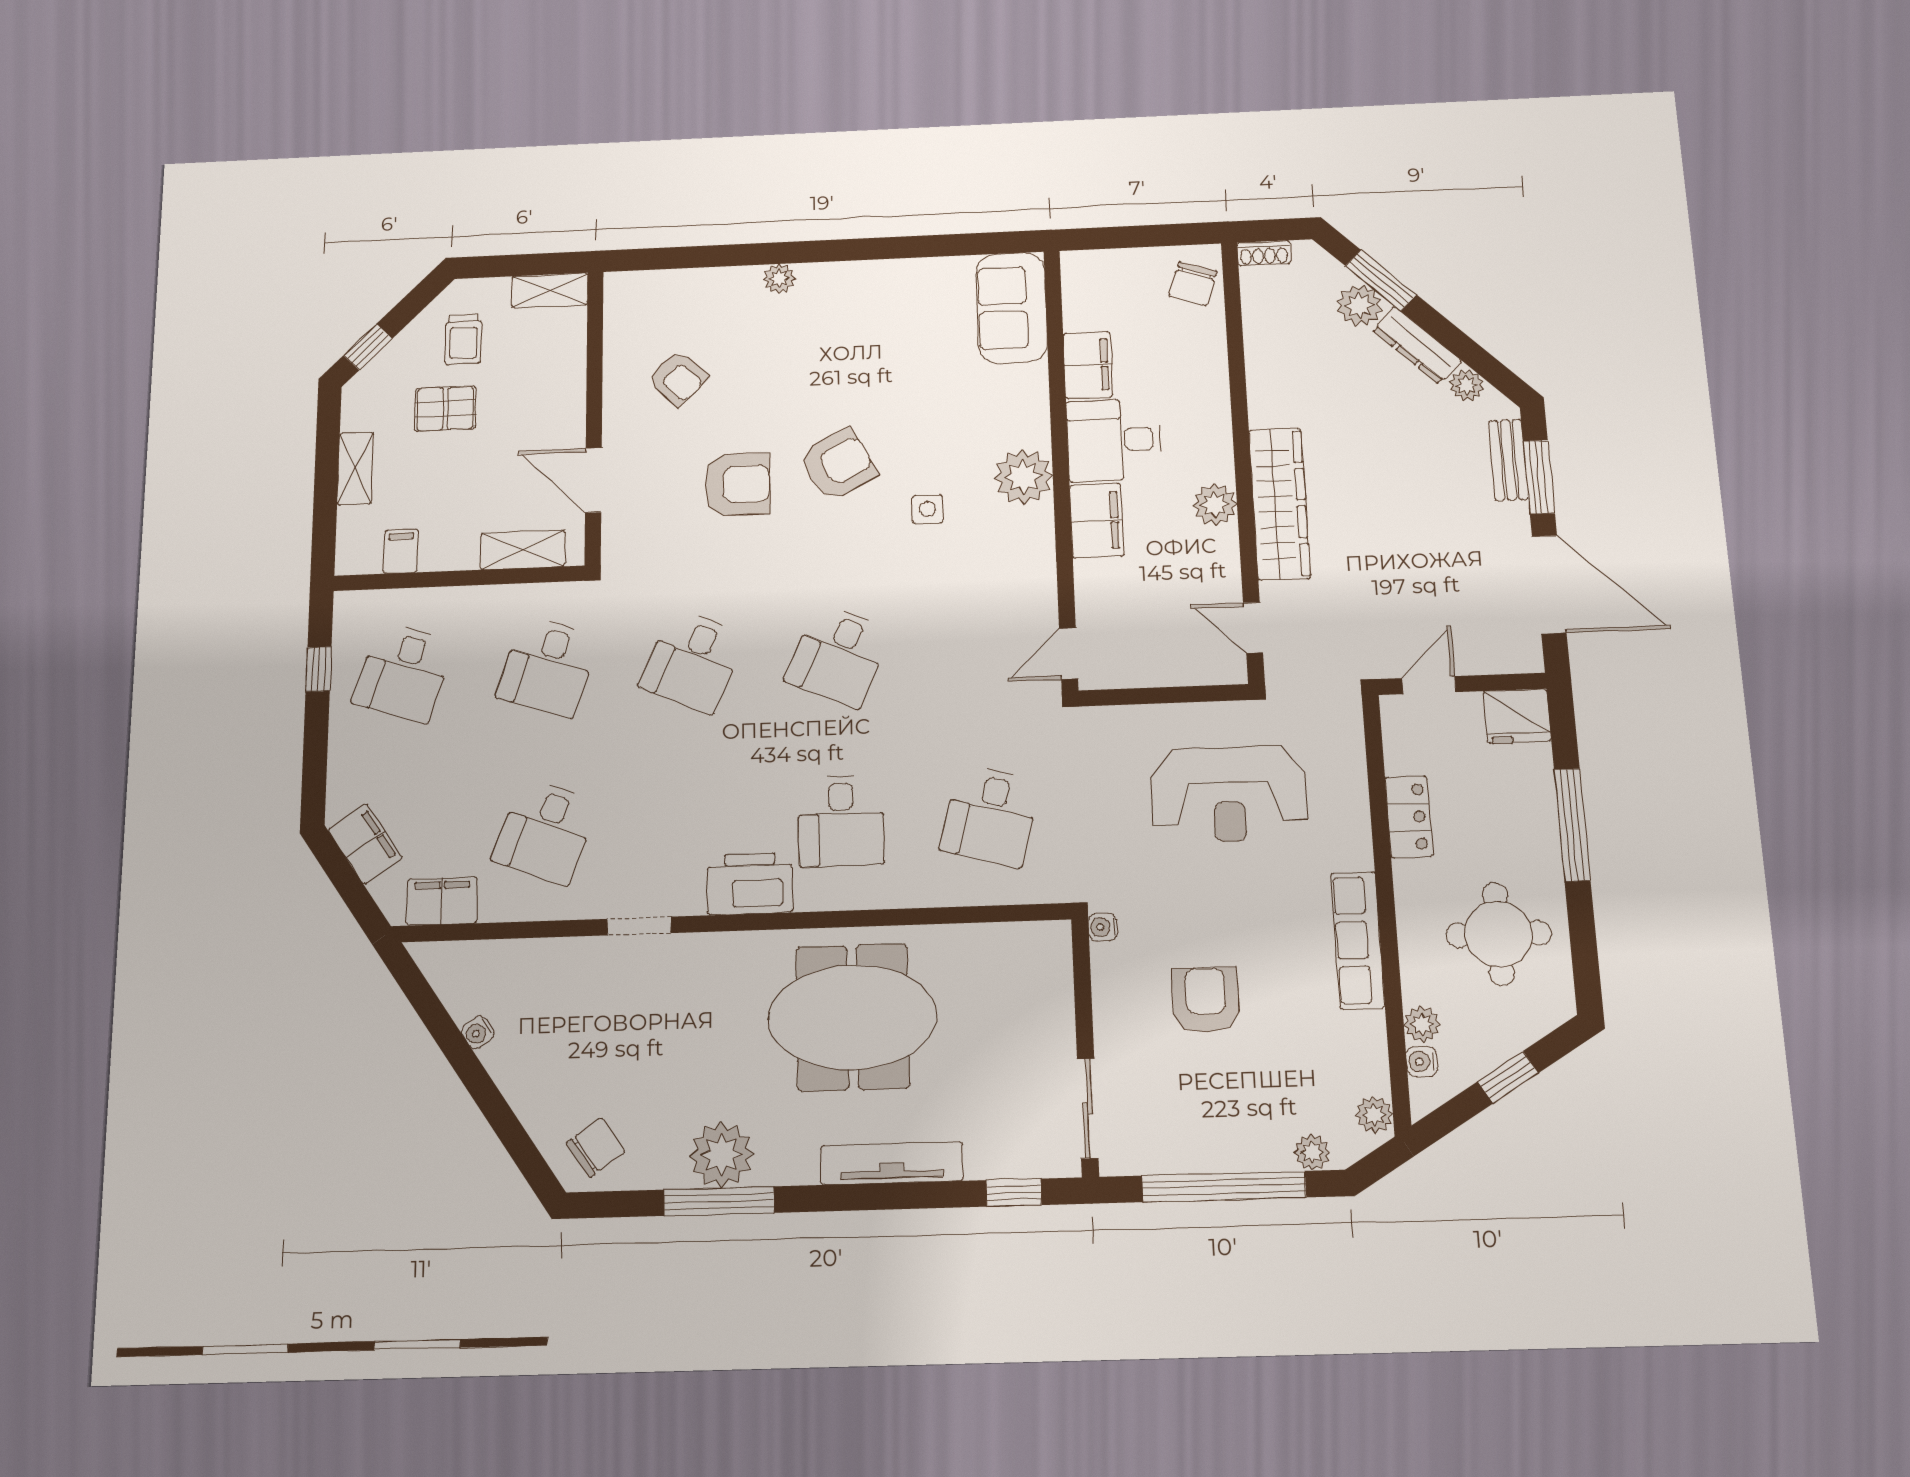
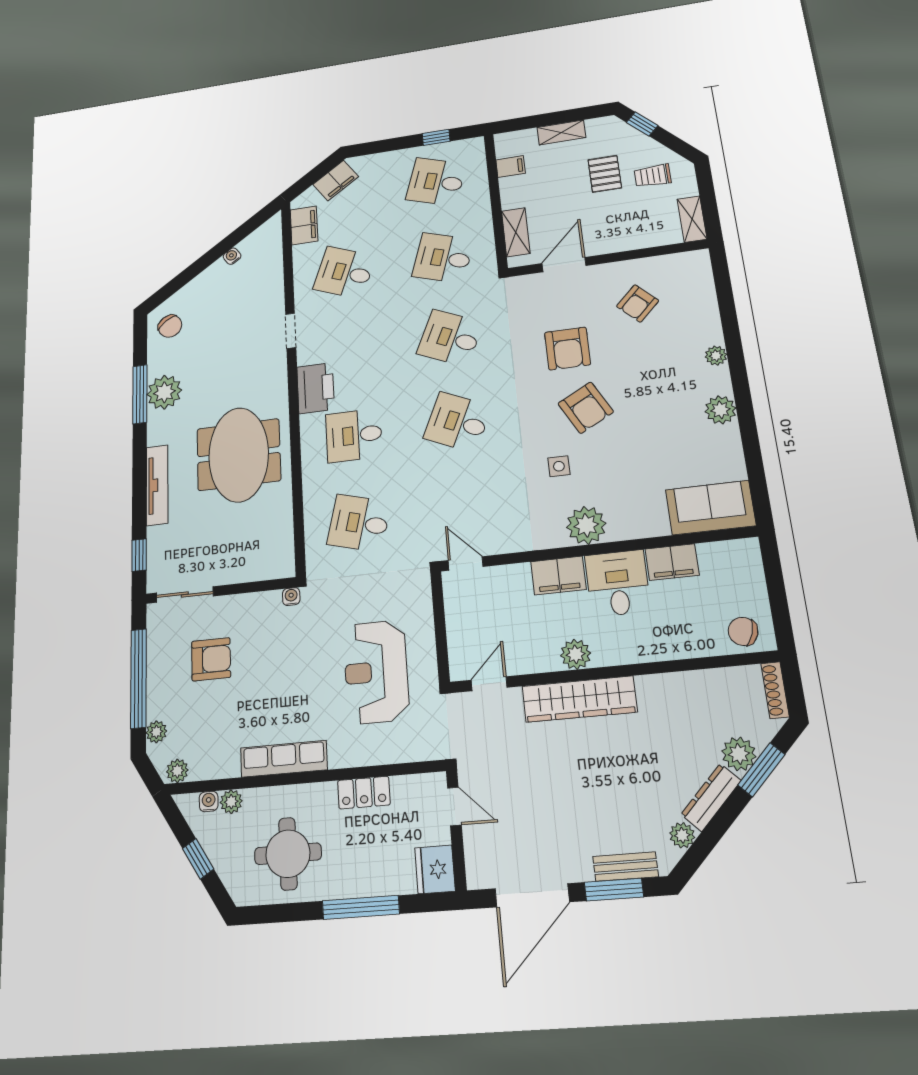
shoe rack: (1264, 253) -> (775, 690), width x1.43
plant: (865, 281) -> (720, 410), added
armchair: (1206, 1000) -> (211, 659), moved

